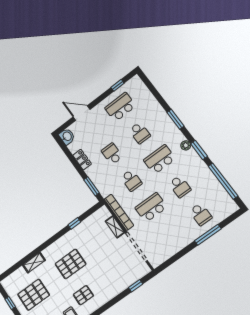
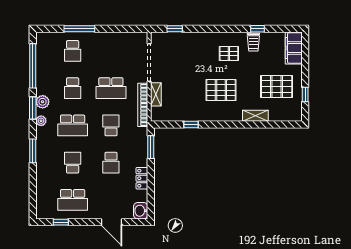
plant: (195, 160) -> (43, 102), added
school desk: (180, 187) -> (73, 88), turned 180
school desk: (201, 214) -> (73, 51), turned 180

